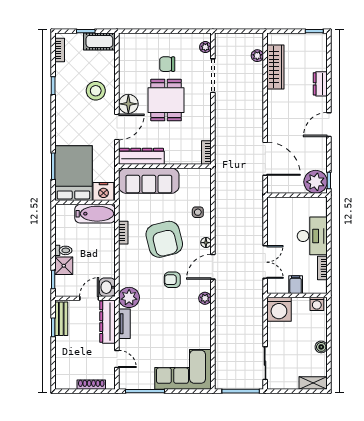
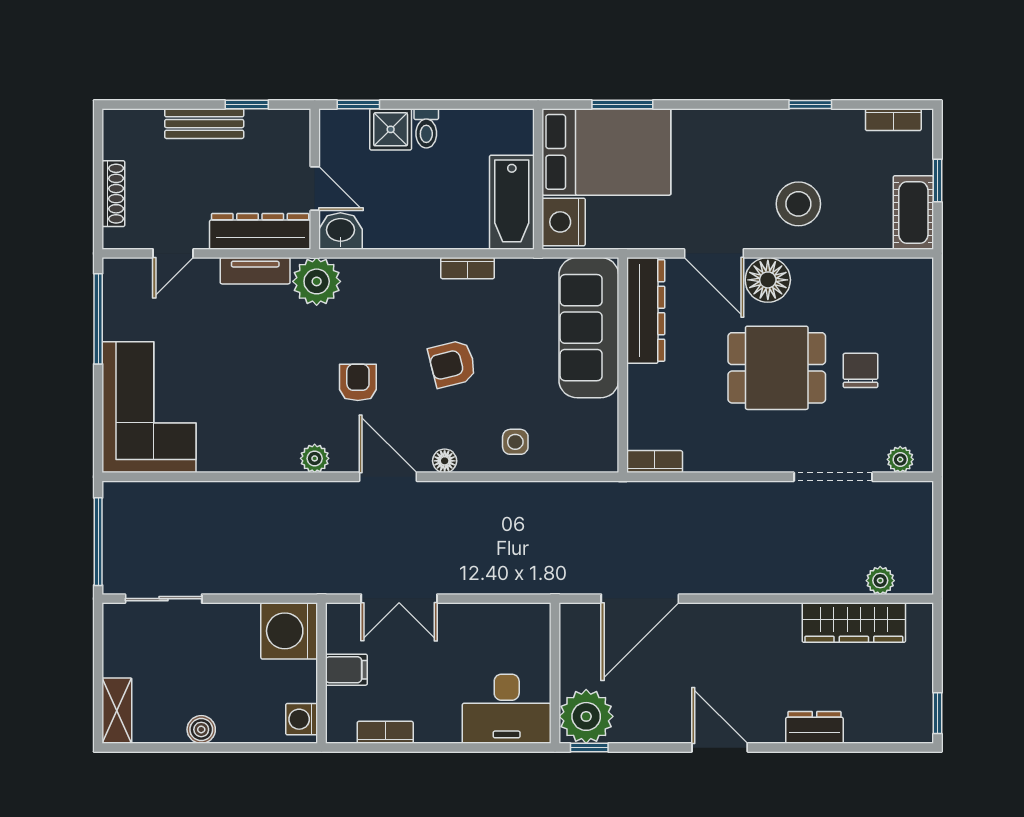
desk: (312, 236) -> (507, 709), moved
armchair: (164, 239) -> (452, 364), width x0.53, depth x0.53
bench: (61, 319) -> (204, 124), moved

